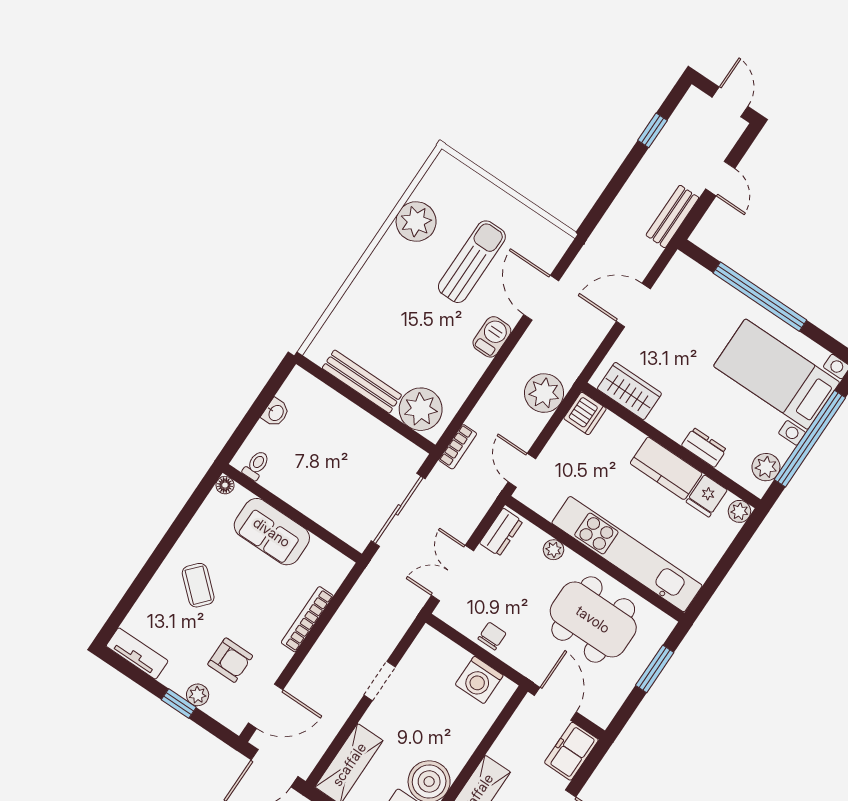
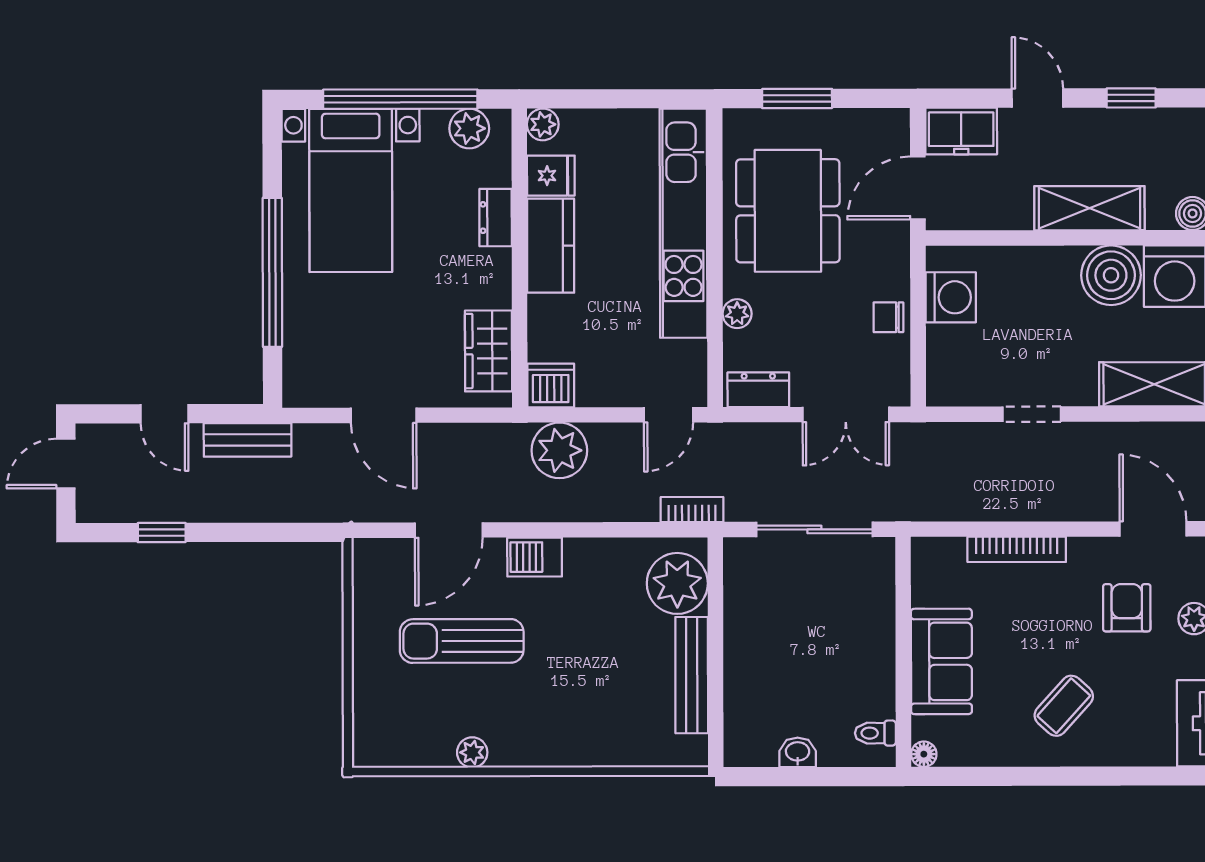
door: (720, 179) -> (165, 414), swing flipped
plant: (416, 222) -> (472, 752), width x0.53, depth x0.53

